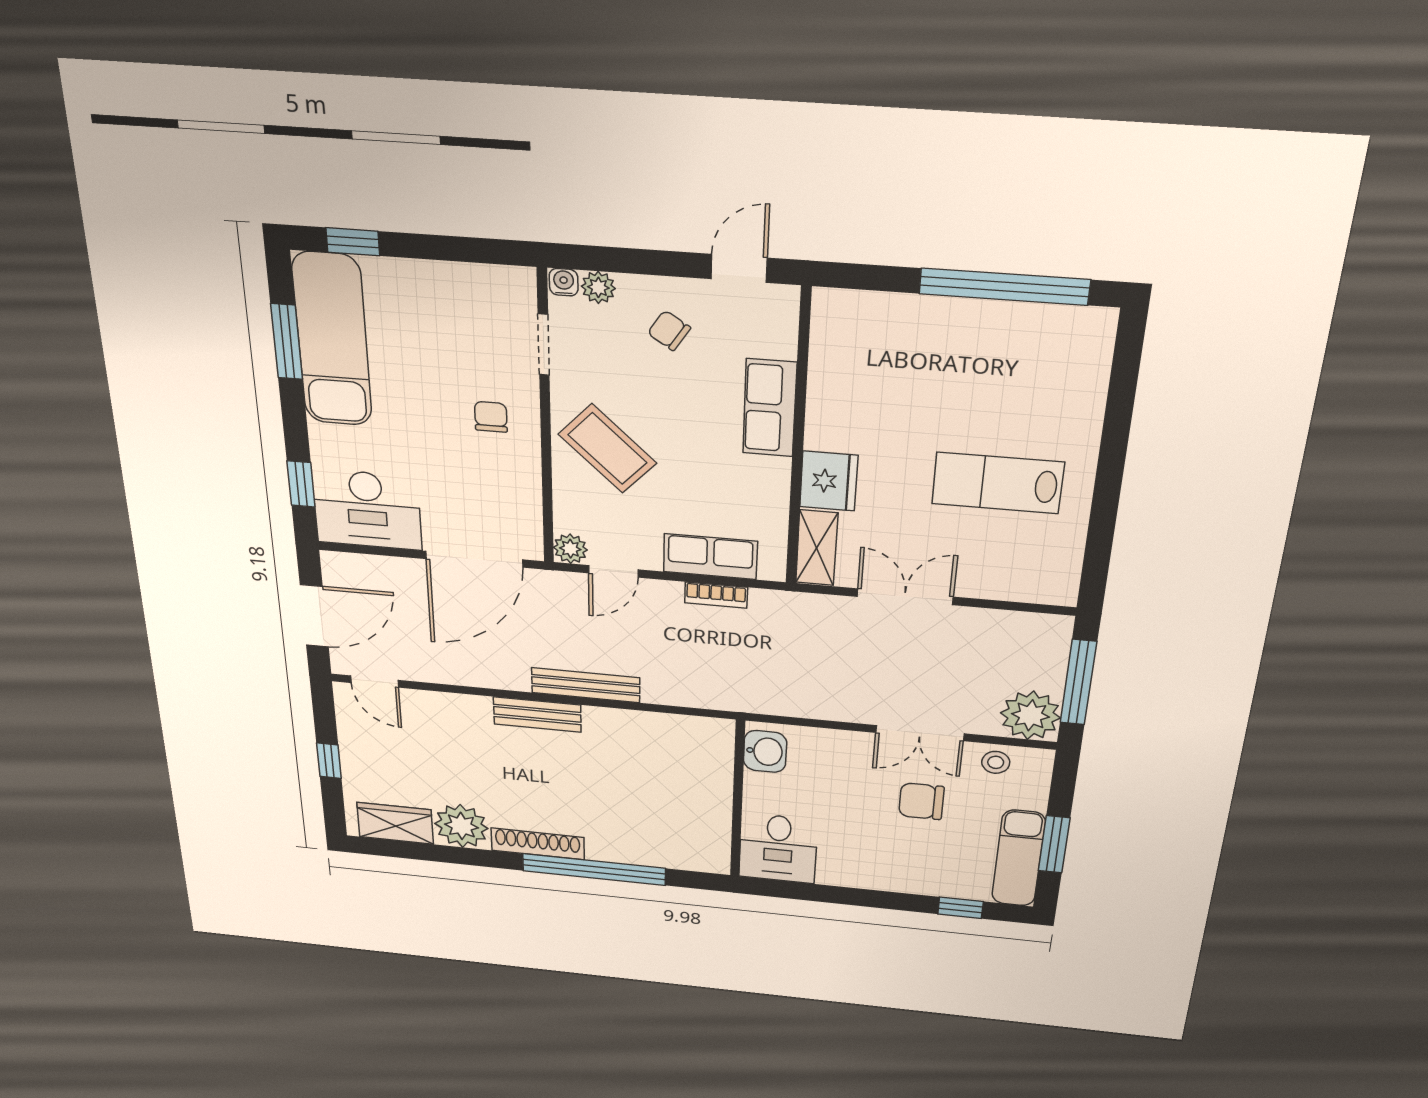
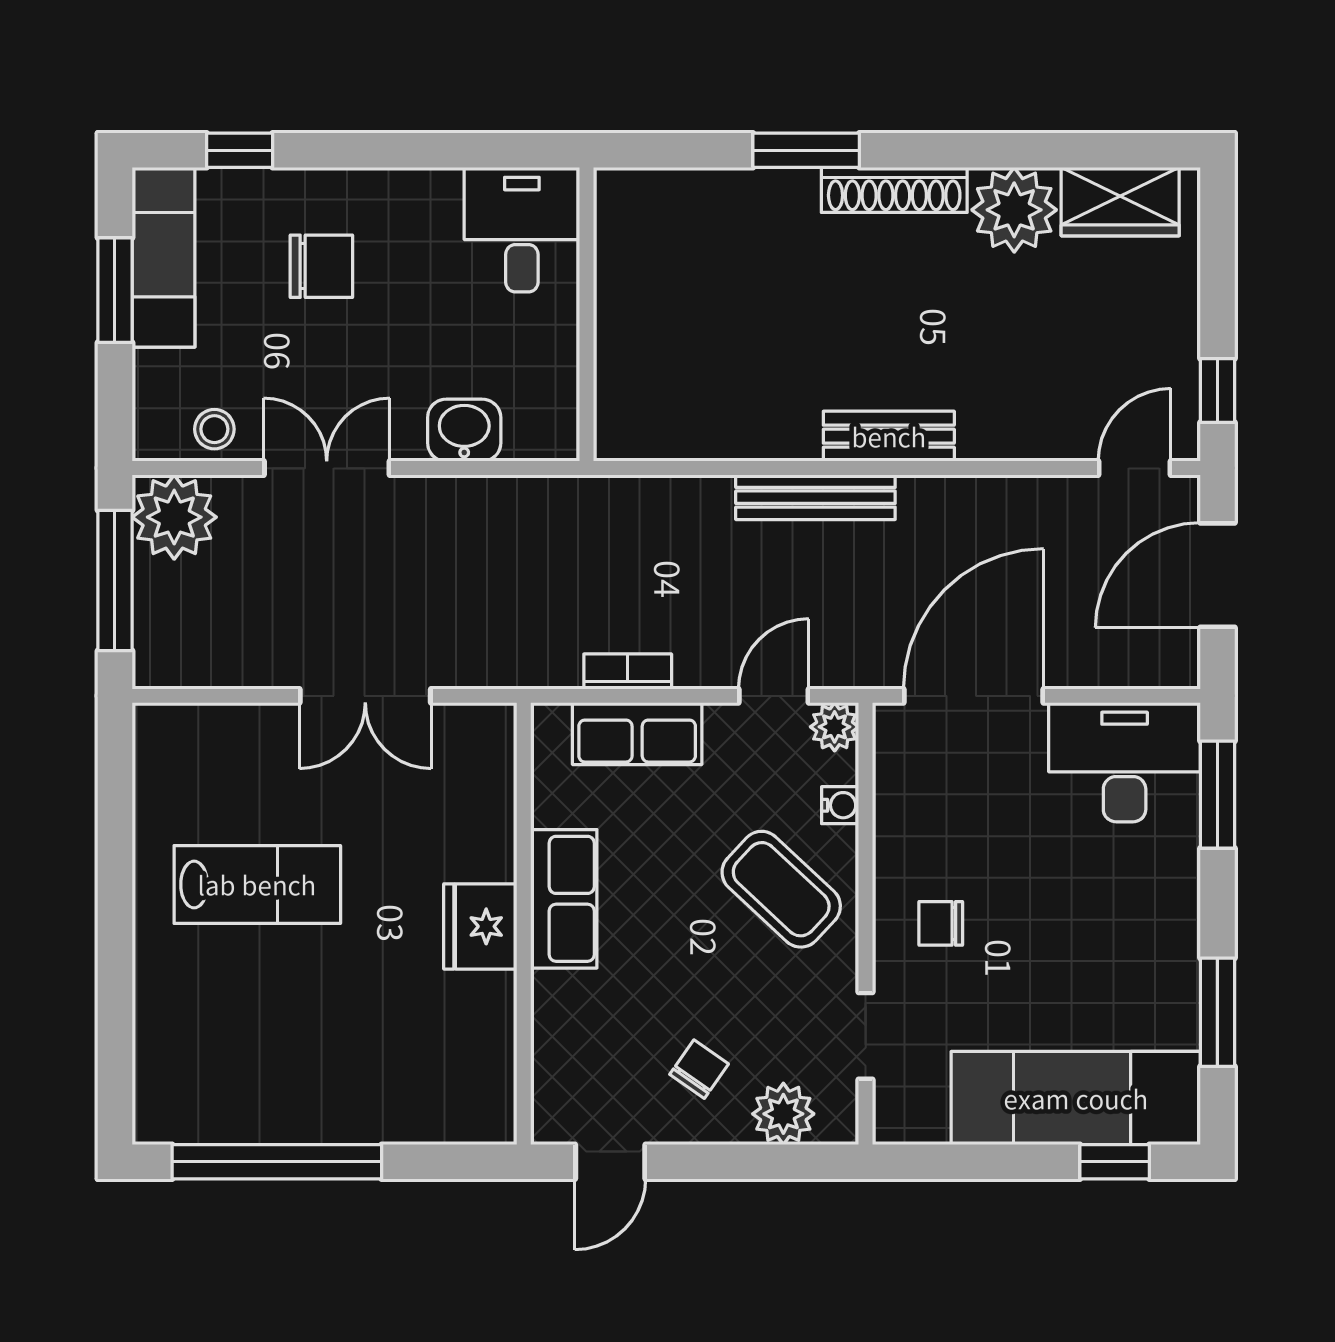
water cooler: (564, 282) -> (840, 805), moved, turned -90
plant: (598, 287) -> (783, 1114), width x1.38, depth x1.38
chair: (669, 331) -> (699, 1069), turned -88
exam couch: (332, 340) -> (1076, 1098), moved, turned 90
row of seats: (770, 408) -> (564, 899), moved
chair: (491, 417) -> (941, 923), turned 90
fridge: (829, 481) -> (480, 926), moved
window: (301, 484) -> (1217, 795), width x1.50
shelving: (817, 548) -> (491, 762), removed
door: (375, 681) -> (1135, 468), hinge flipped
washbasin: (765, 751) -> (464, 430), moved, turned 90
window: (329, 761) -> (1217, 391), moved
chair: (921, 801) -> (321, 266), moved
window: (594, 870) -> (806, 150), width x0.47

